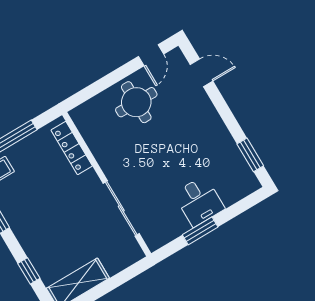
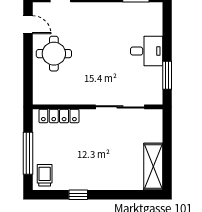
window: (200, 231) -> (167, 75), moved
window: (29, 271) -> (125, 195), removed

